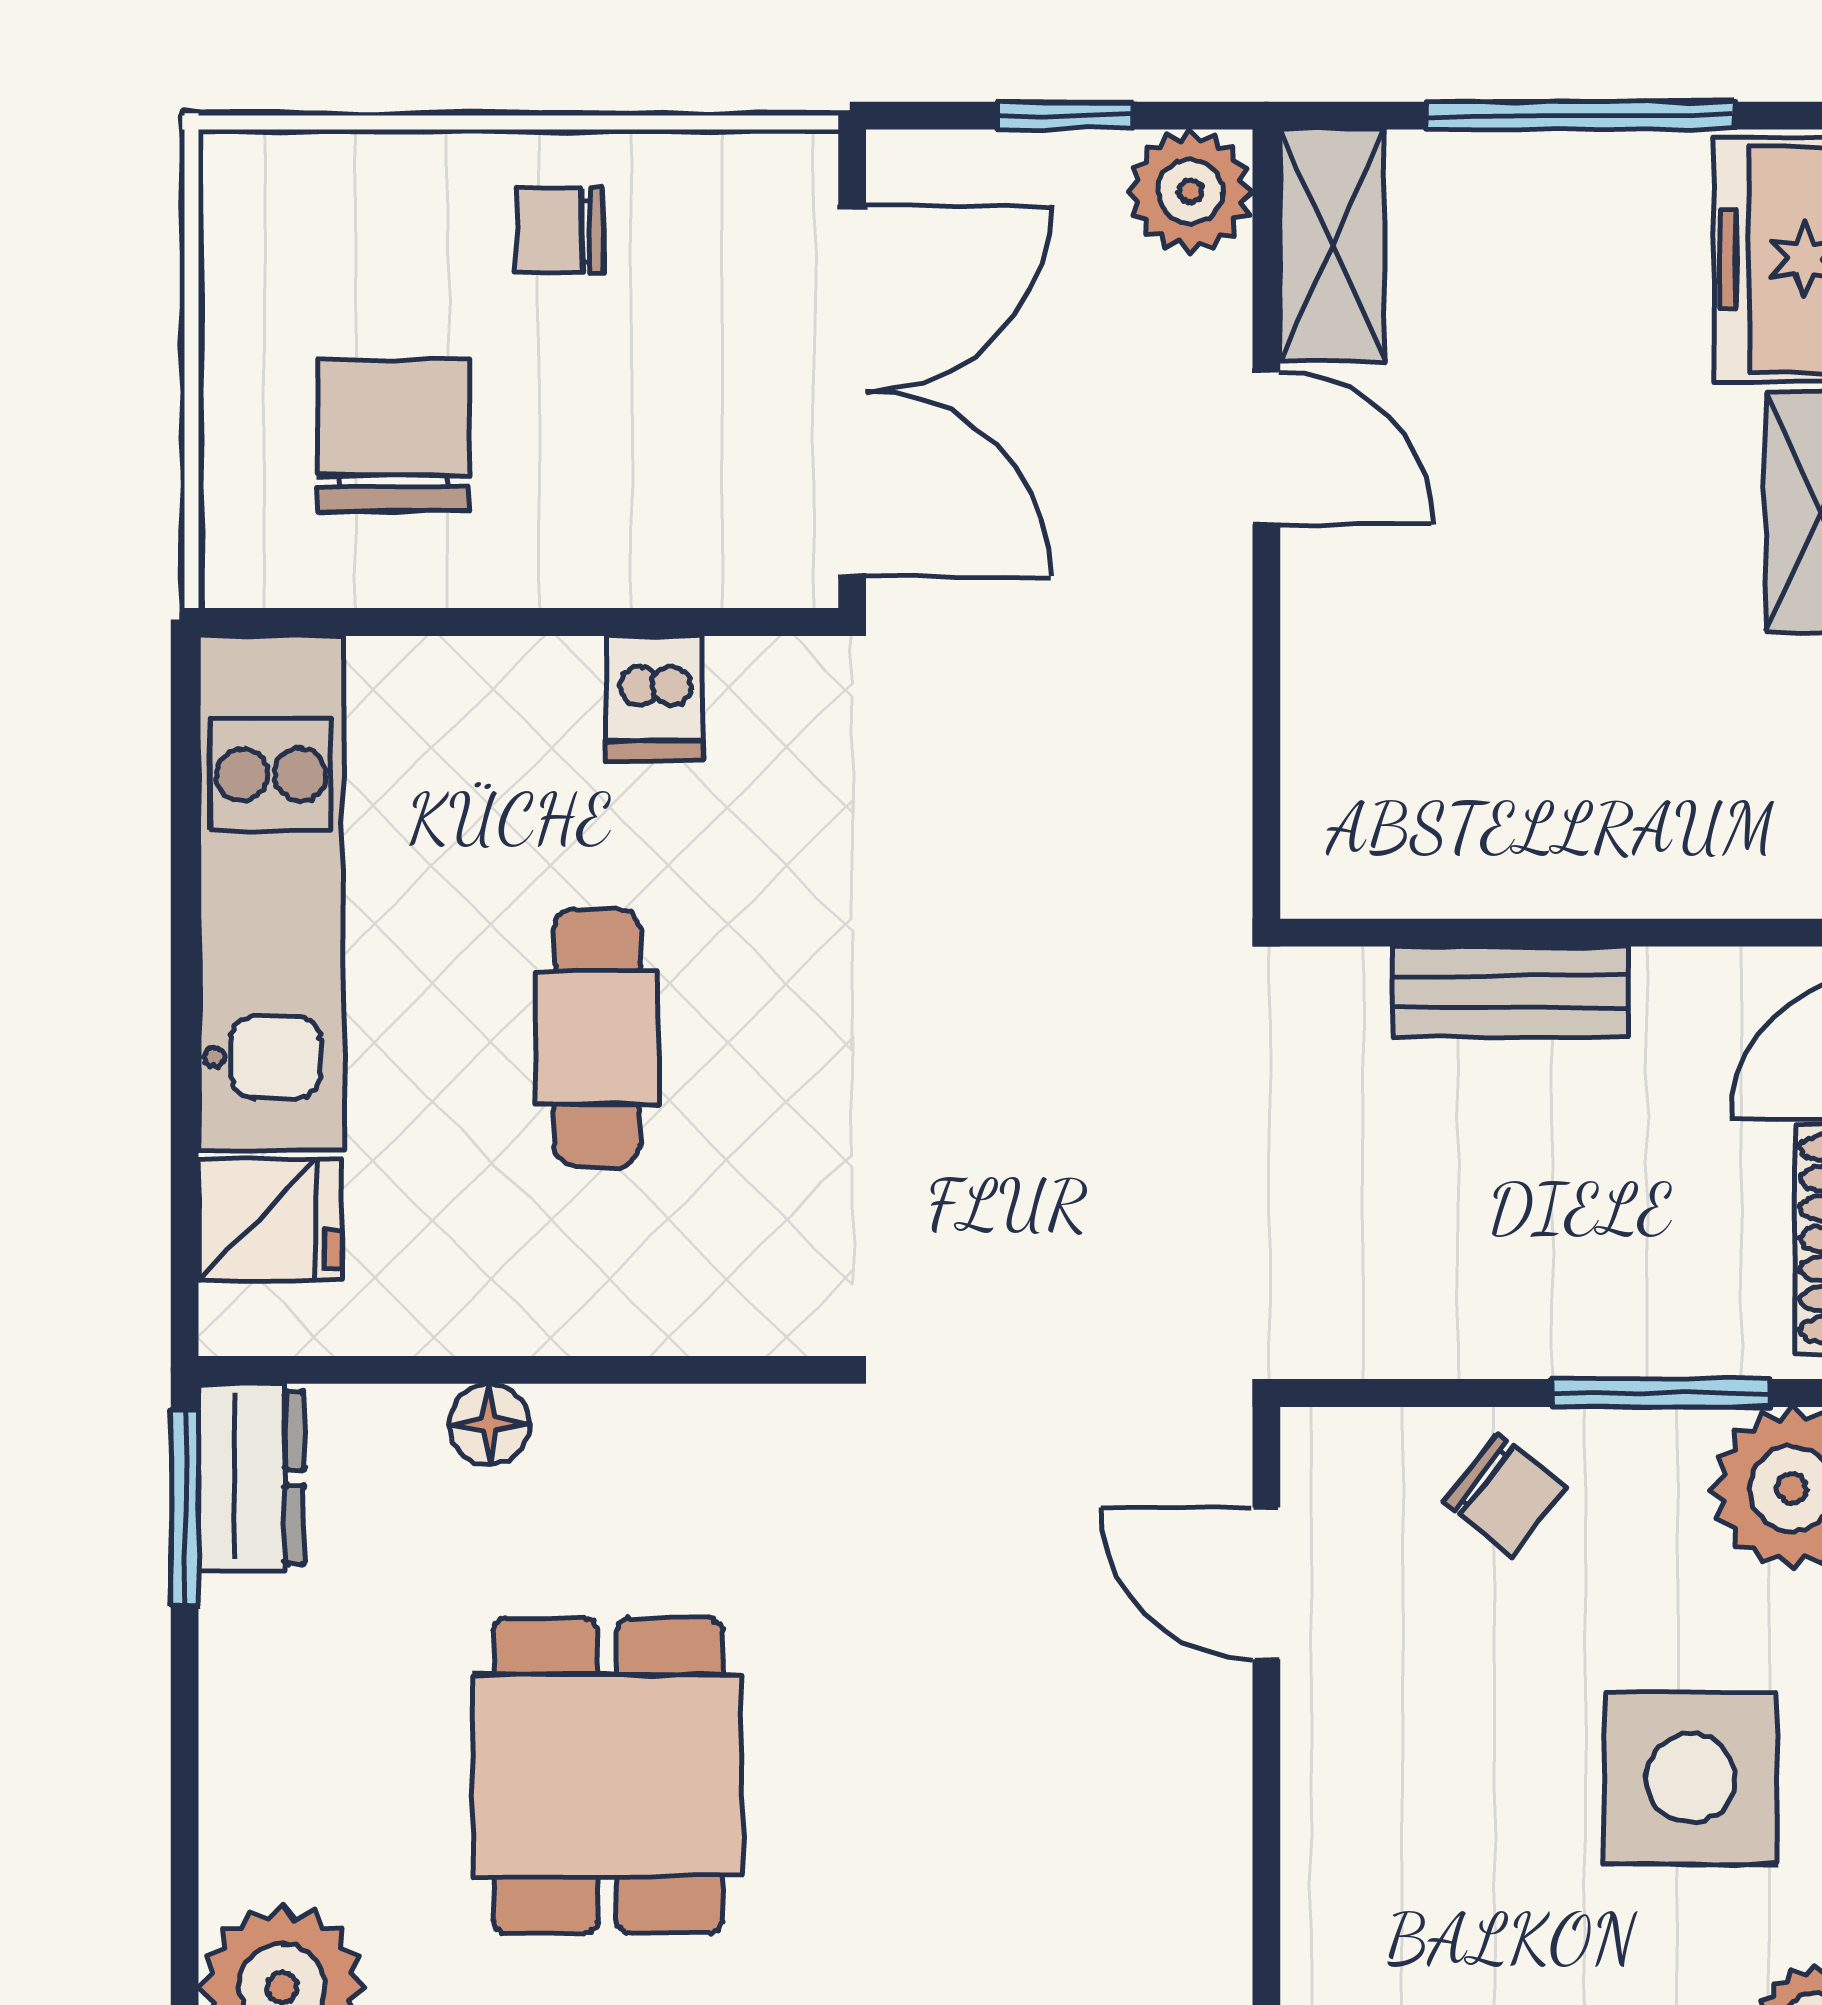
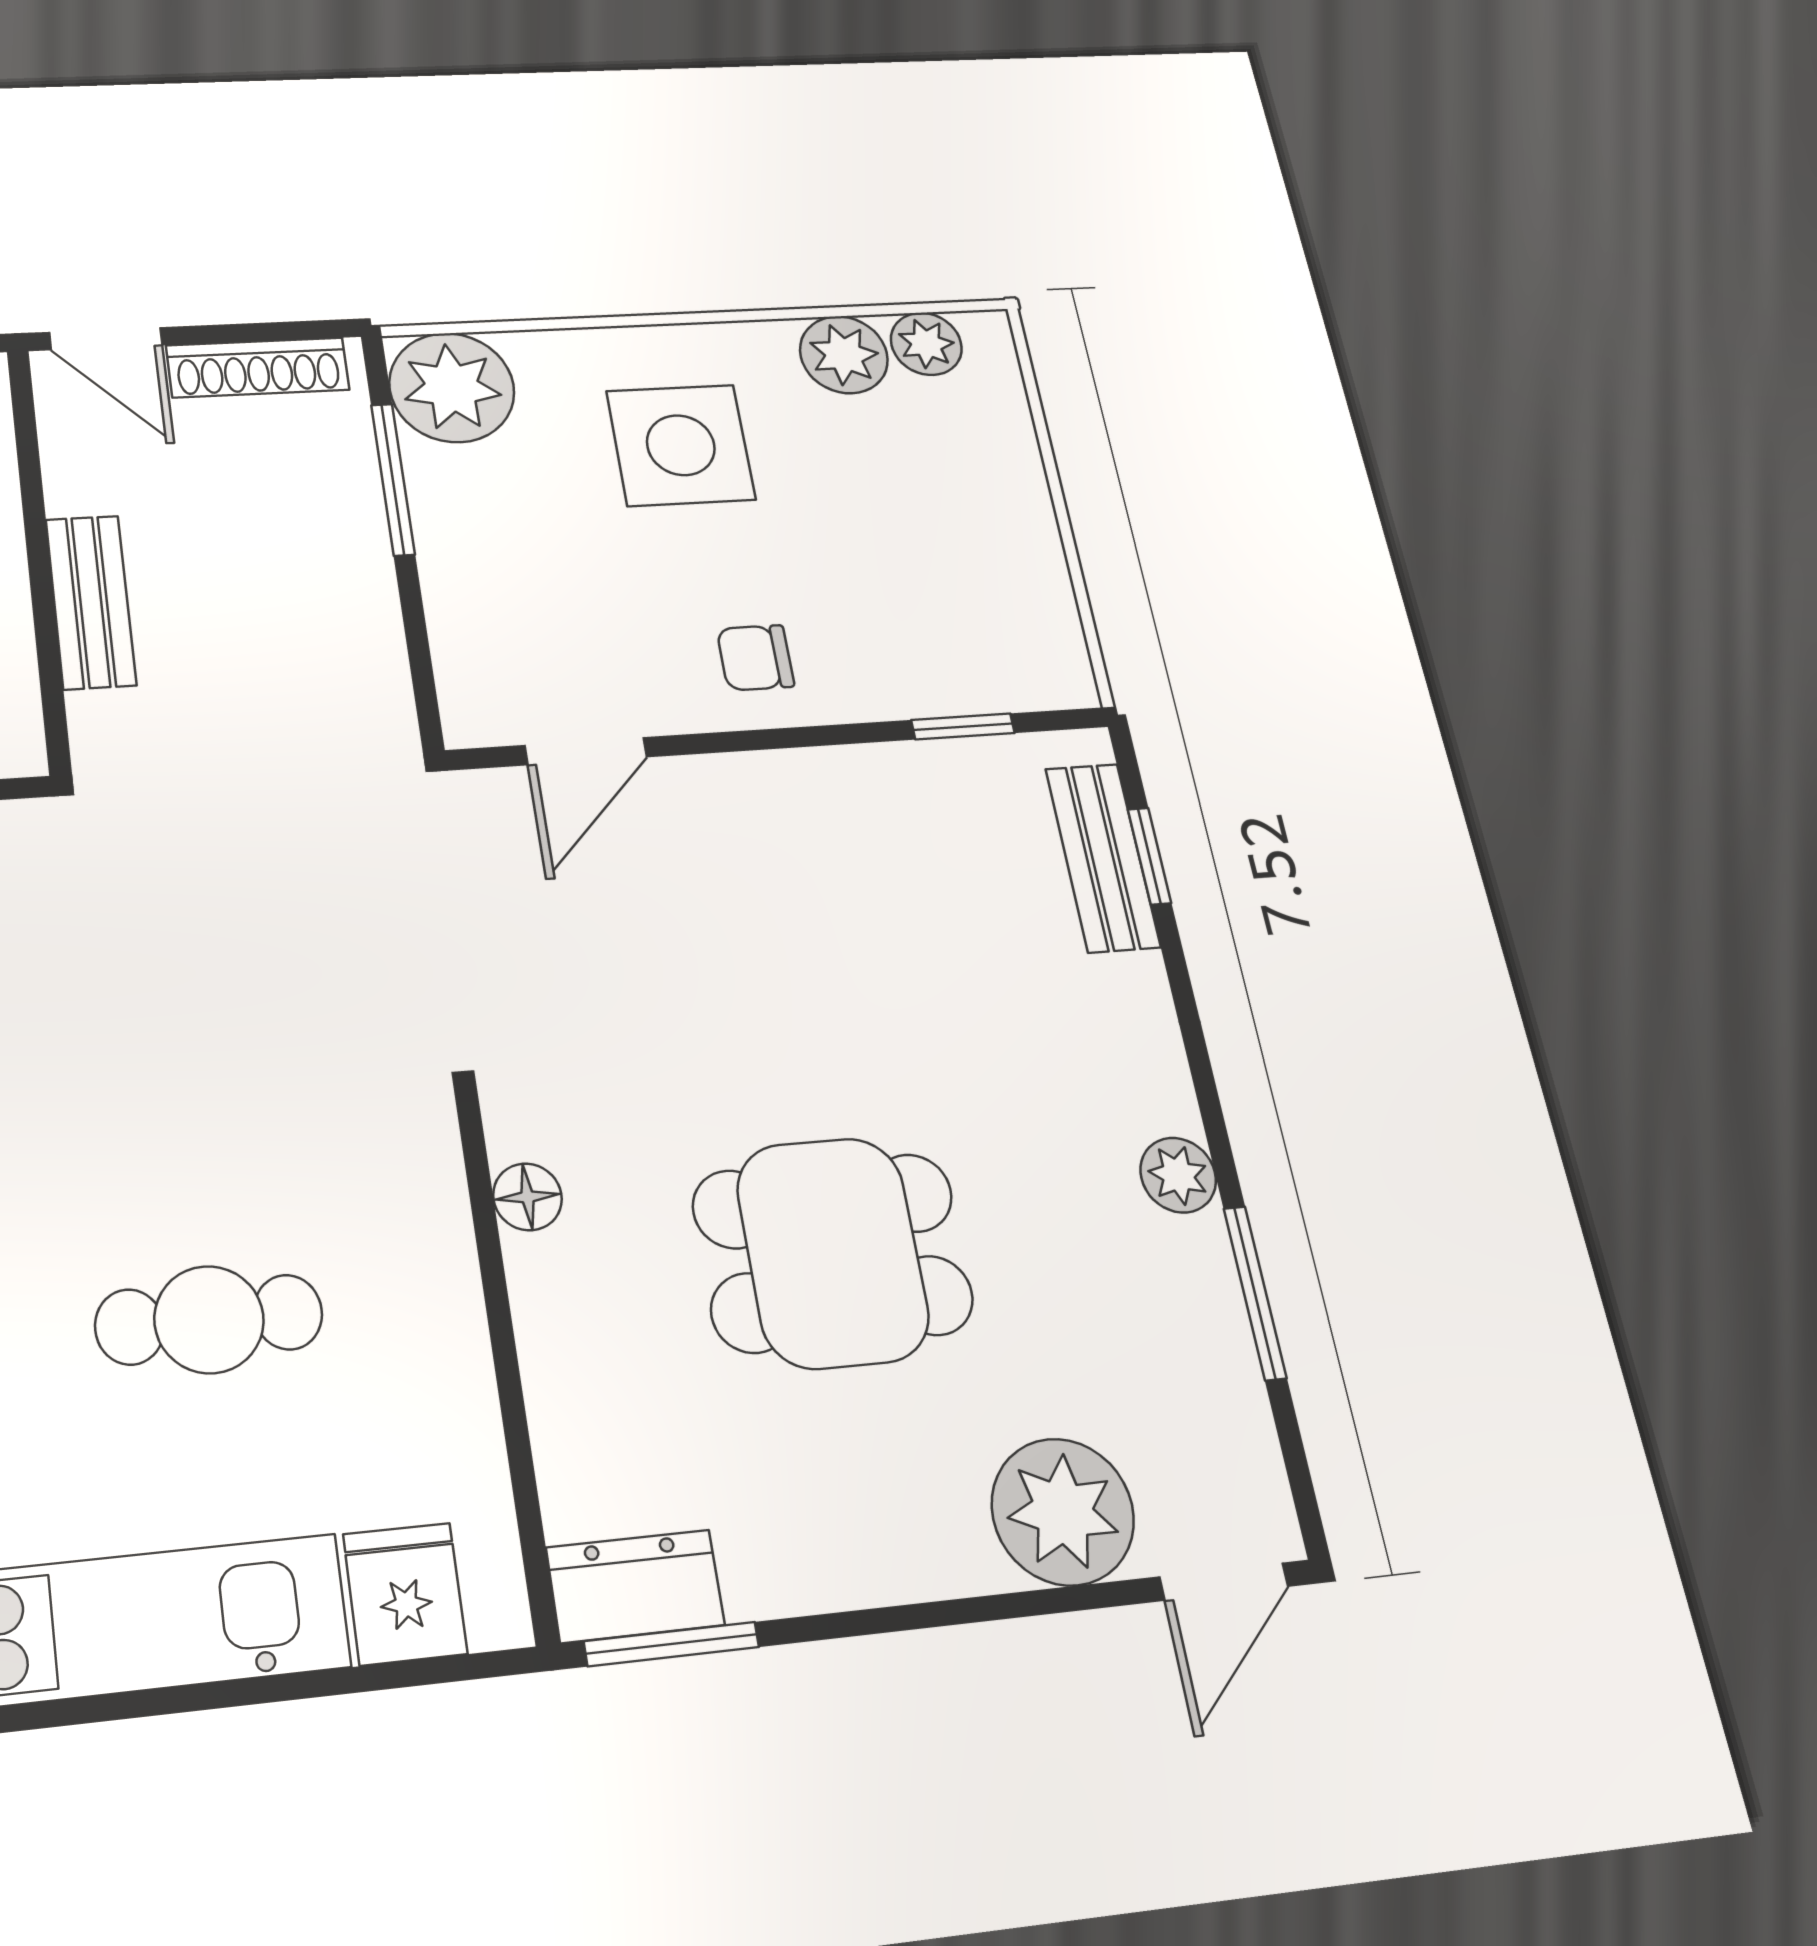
floor lamp: (489, 1424) -> (527, 1197), moved
chair: (1505, 1495) -> (755, 658), moved, turned -128

